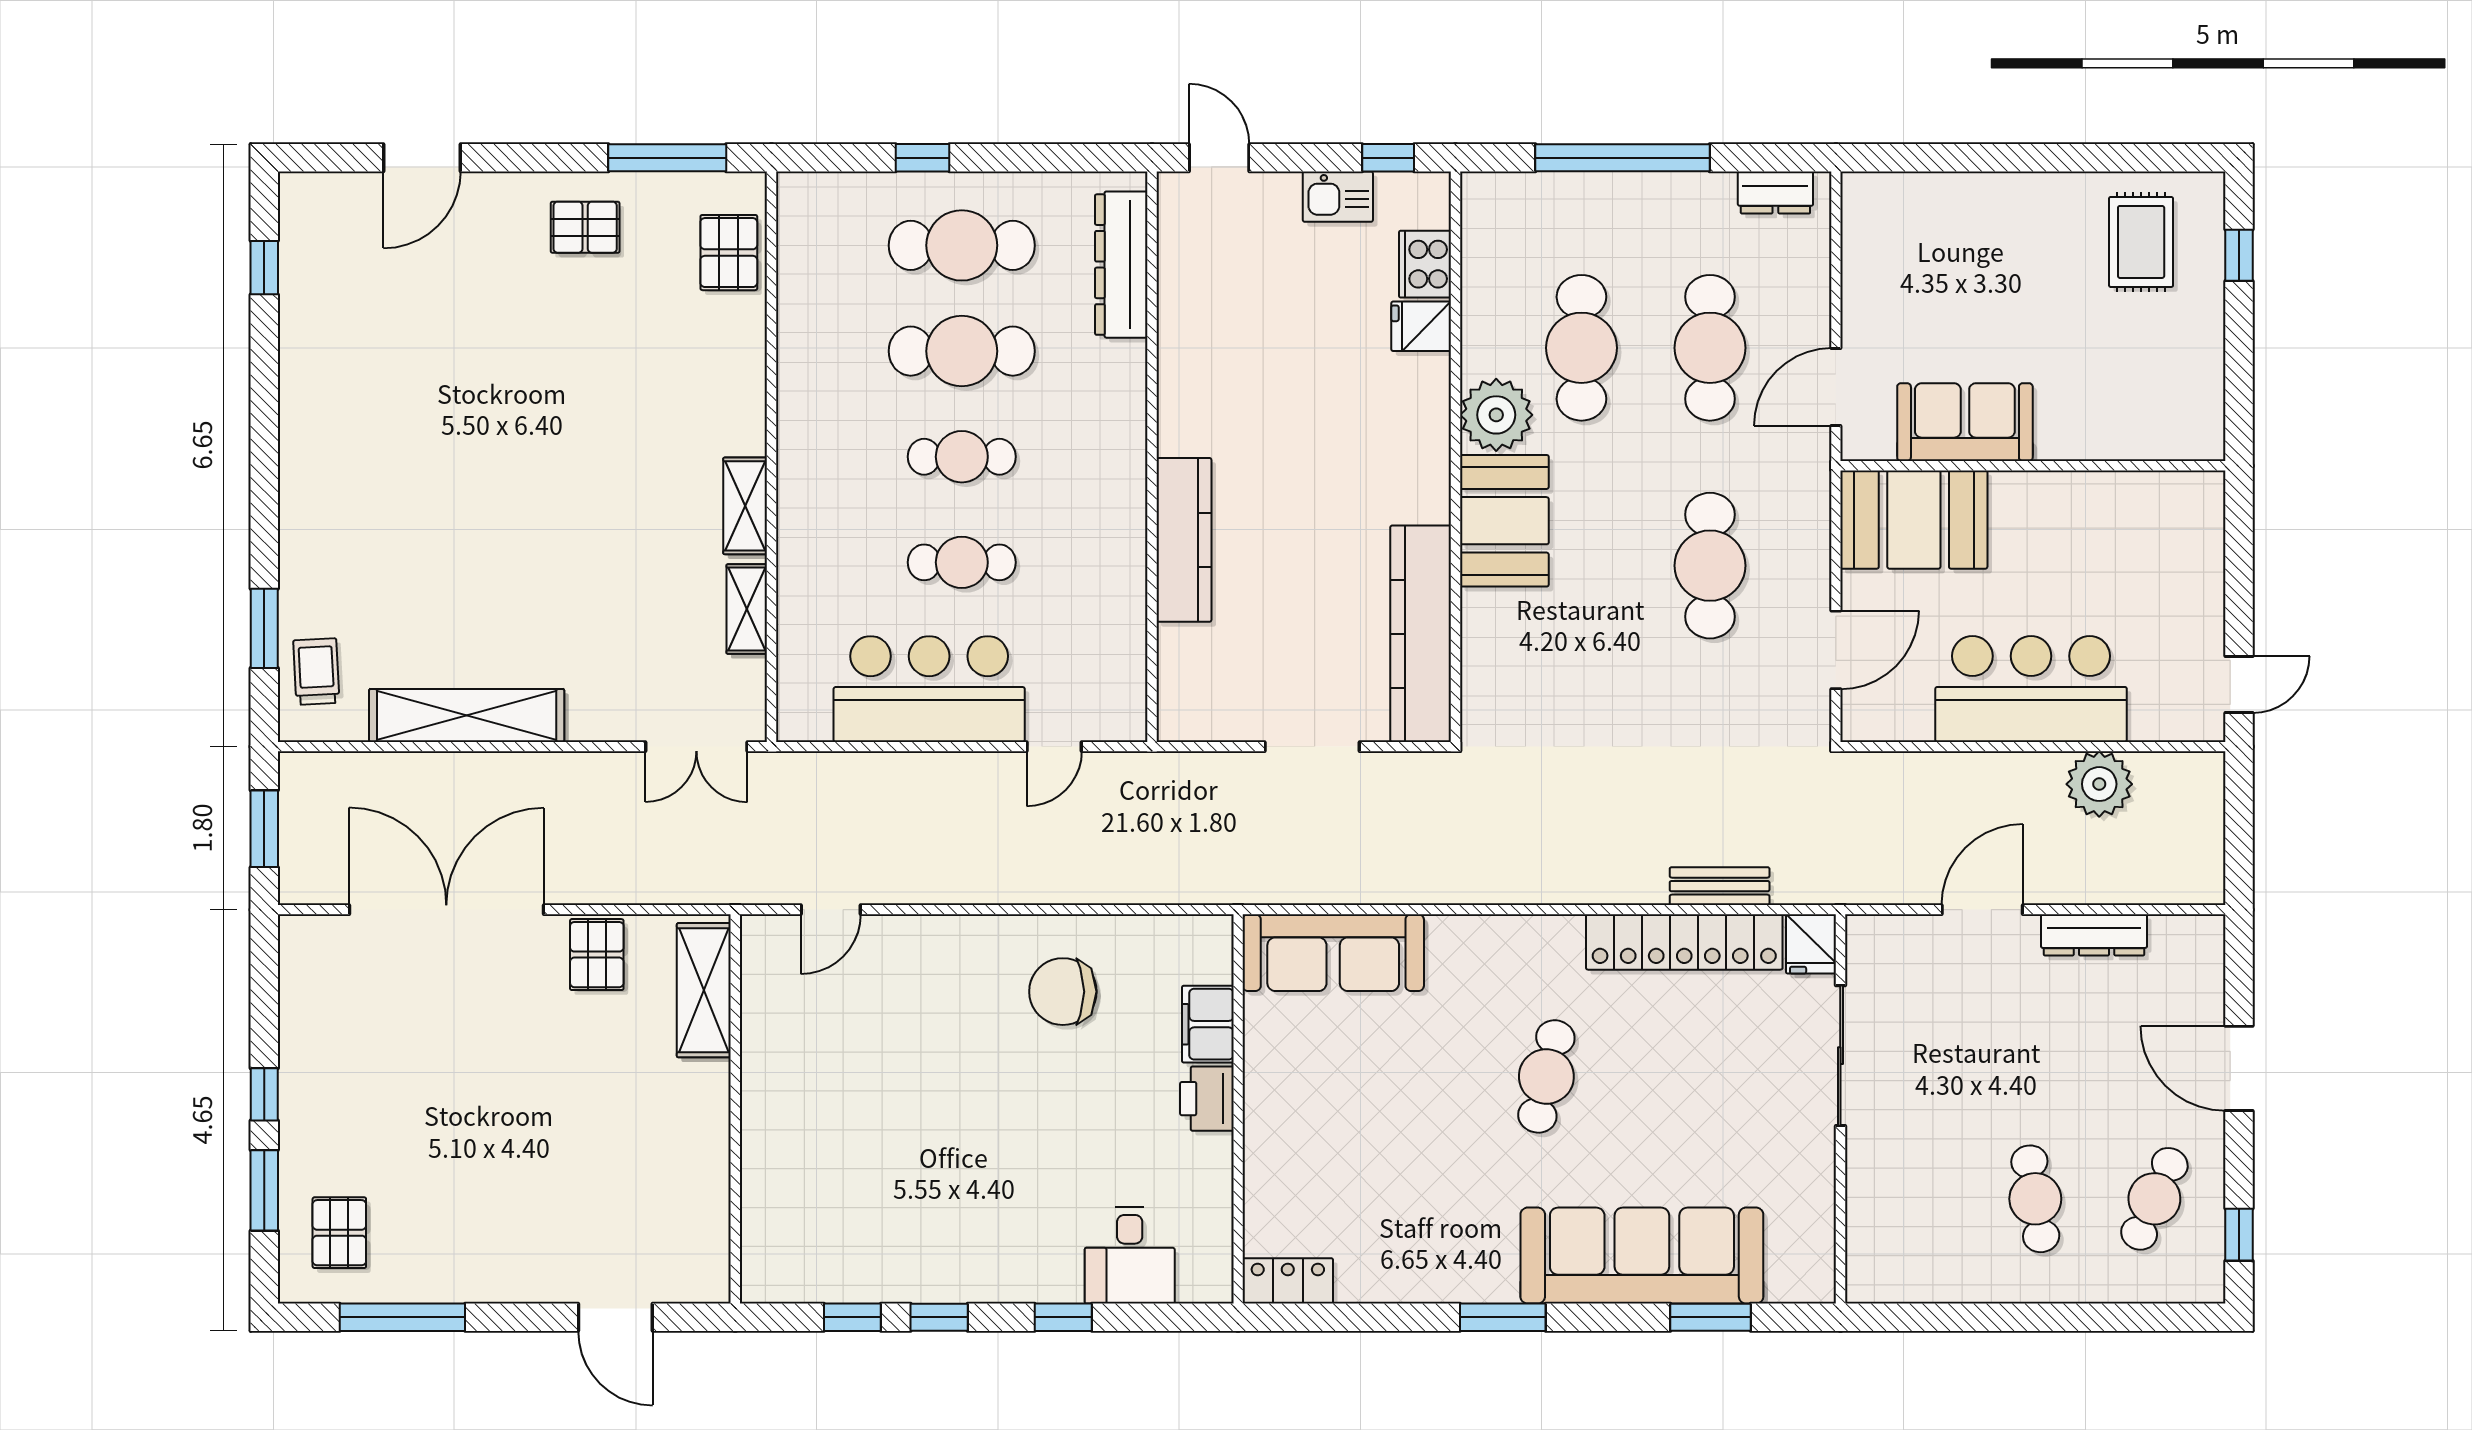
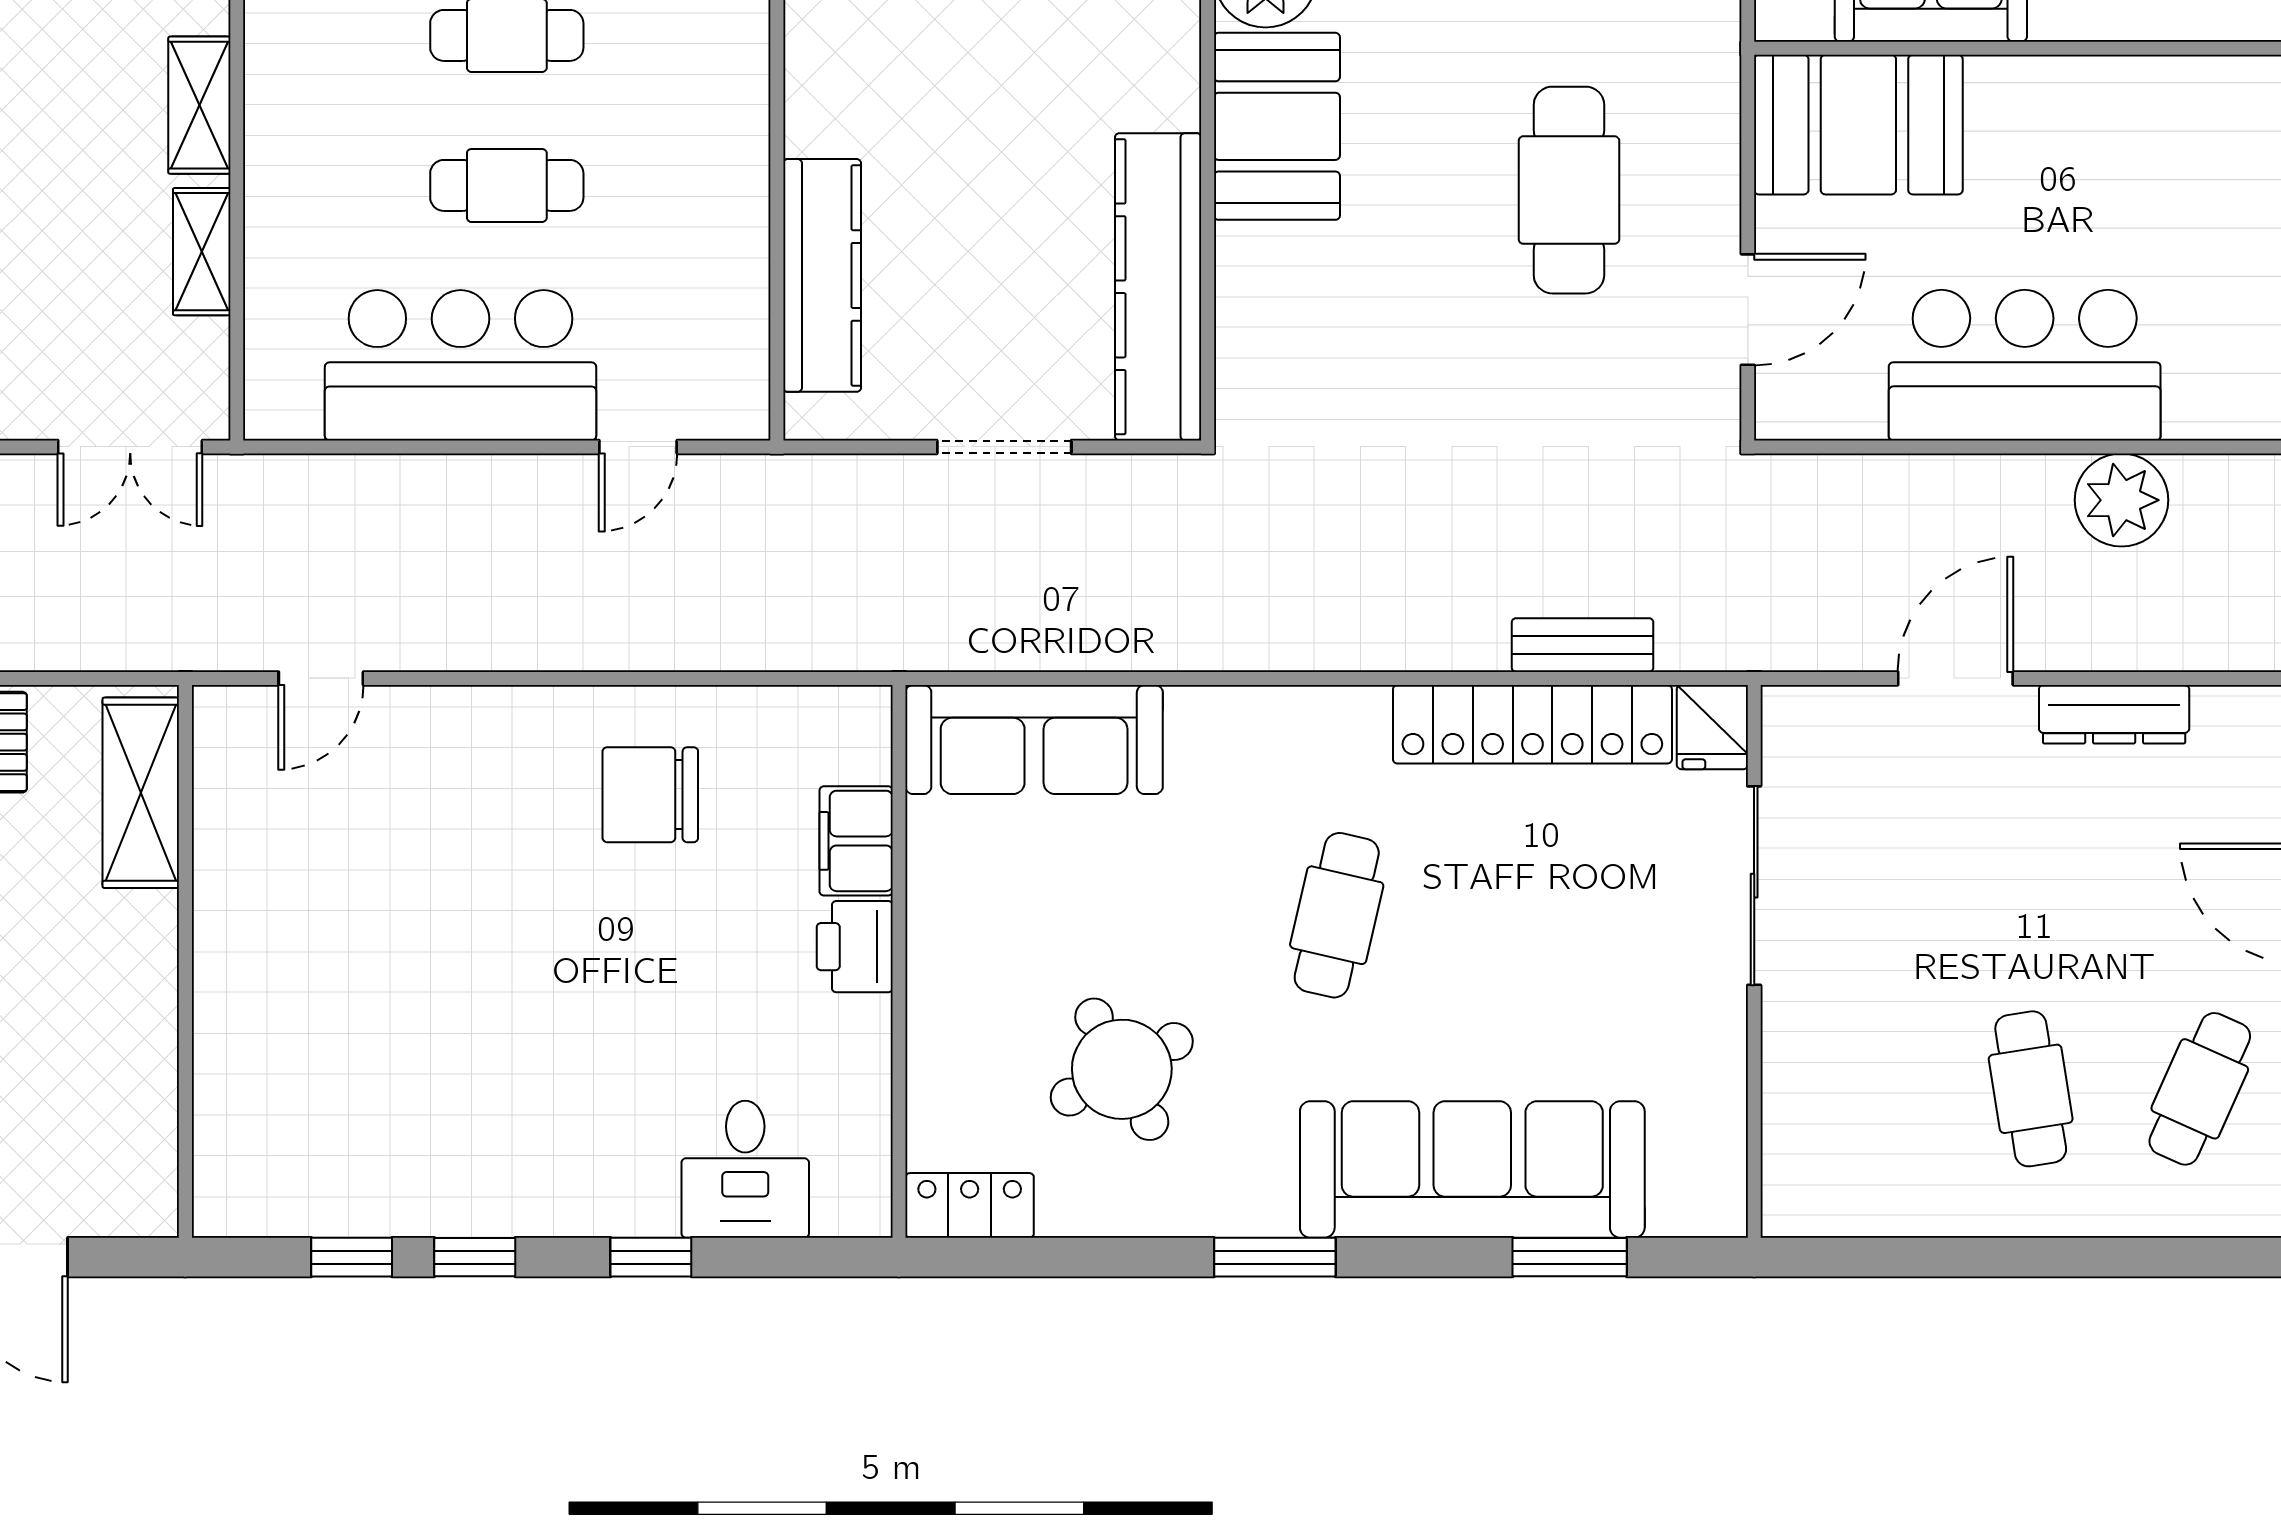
kitchen counter: (1184, 540) -> (822, 275), moved
round table: (1395, 1185) -> (1122, 1069), added

